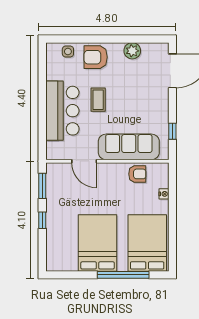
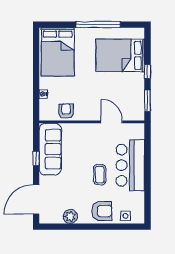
window: (172, 131) -> (36, 158), moved
sofa: (129, 147) -> (50, 149), moved, turned -90
armchair: (137, 174) -> (66, 111), turned 90
bed: (98, 243) -> (120, 55), moved, turned 90
window: (123, 275) -> (98, 25), moved

